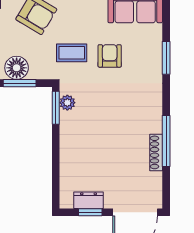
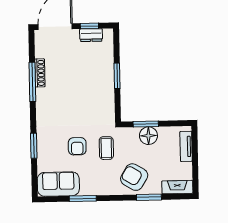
coffee table: (72, 53) -> (106, 148), turned 90
plant: (67, 103) -> (109, 110), removed
window: (56, 108) -> (117, 76), moved

